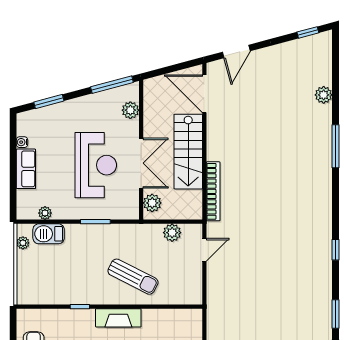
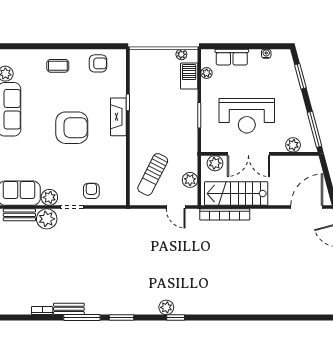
plant: (324, 95) -> (166, 307), moved
window: (336, 146) -> (263, 317), removed
stairs: (188, 152) -> (236, 193), moved
row of seats: (26, 169) -> (232, 57), moved
sun lounger: (133, 277) -> (153, 174), moved
fireplace: (118, 318) -> (118, 117), moved

